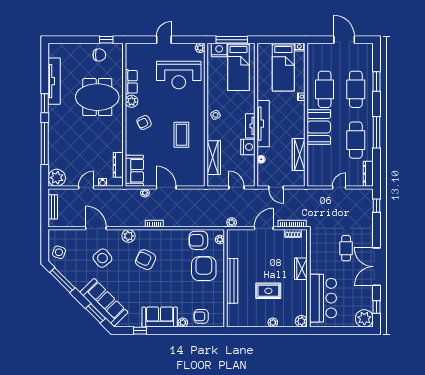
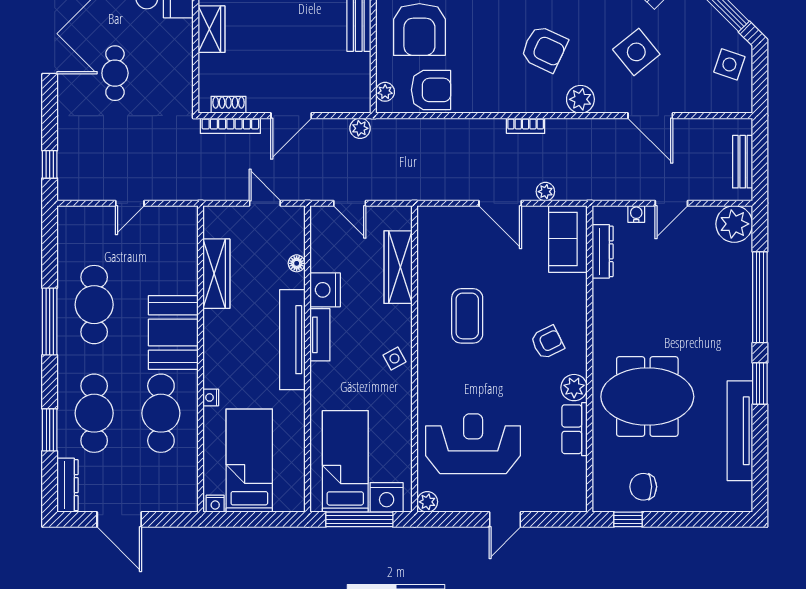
dresser: (368, 174) -> (68, 485), moved

